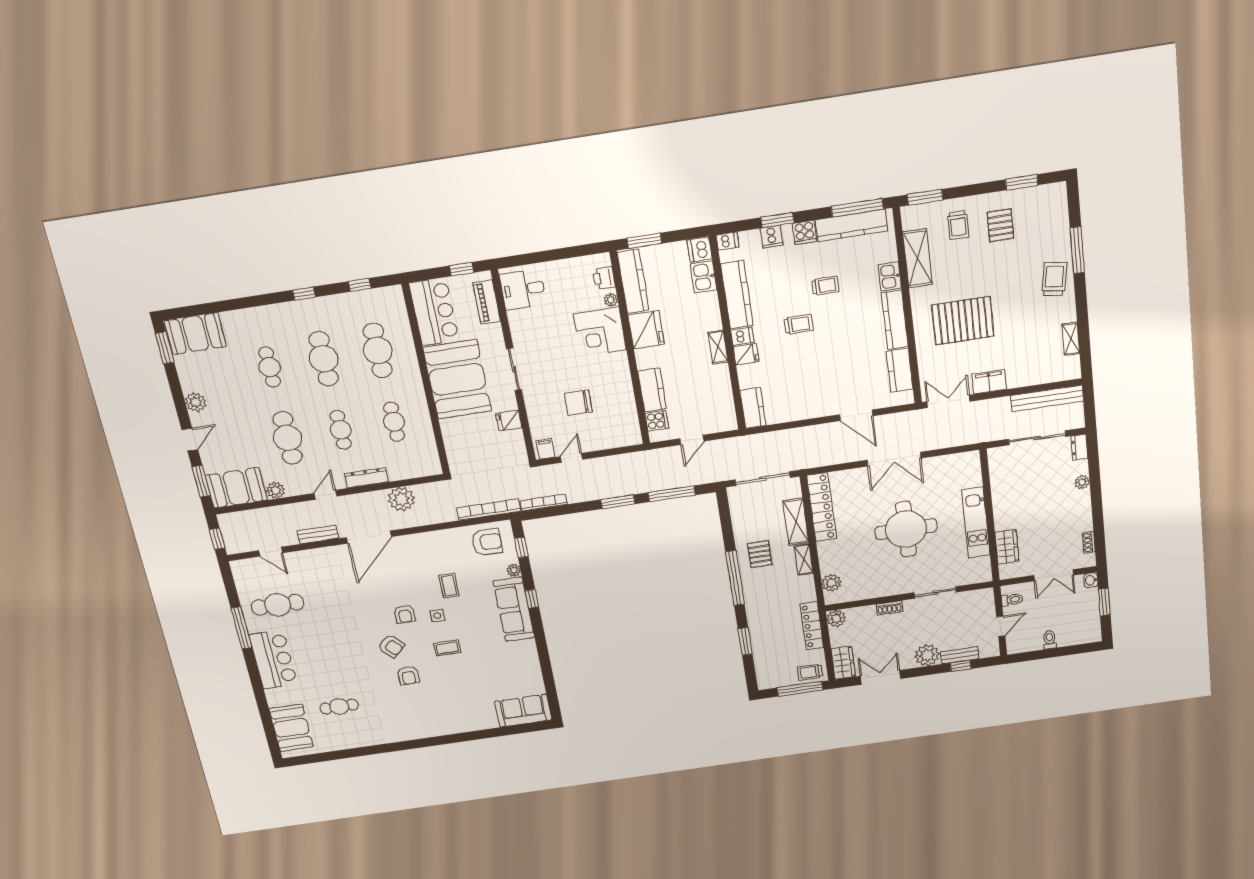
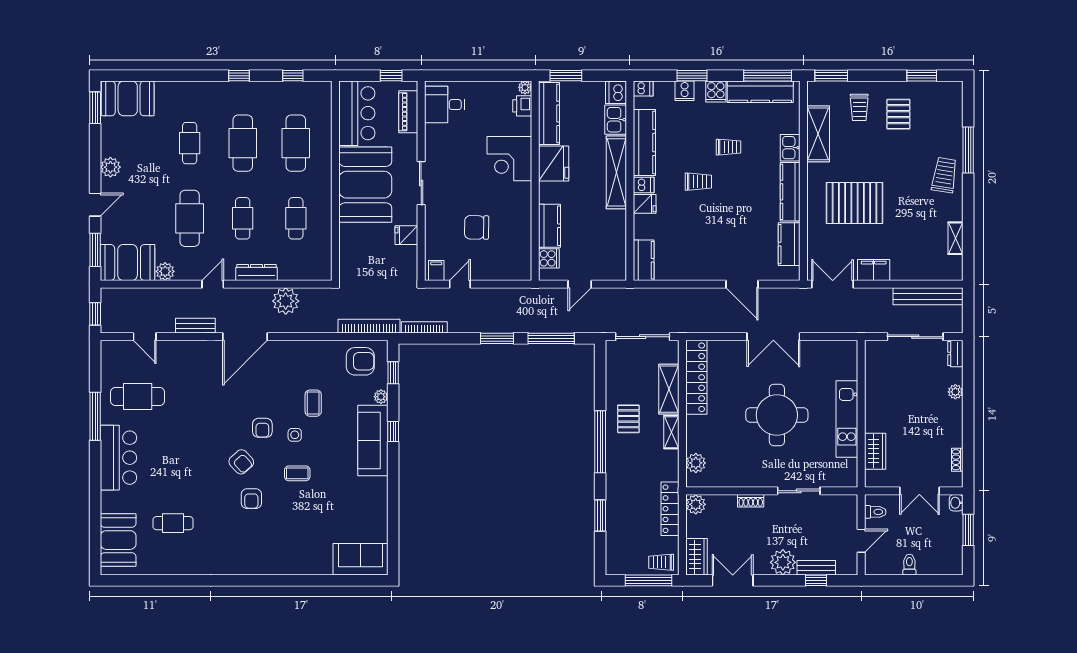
plant: (611, 300) -> (525, 87), moved
shelving: (718, 347) -> (616, 172), width x2.20, depth x1.33

